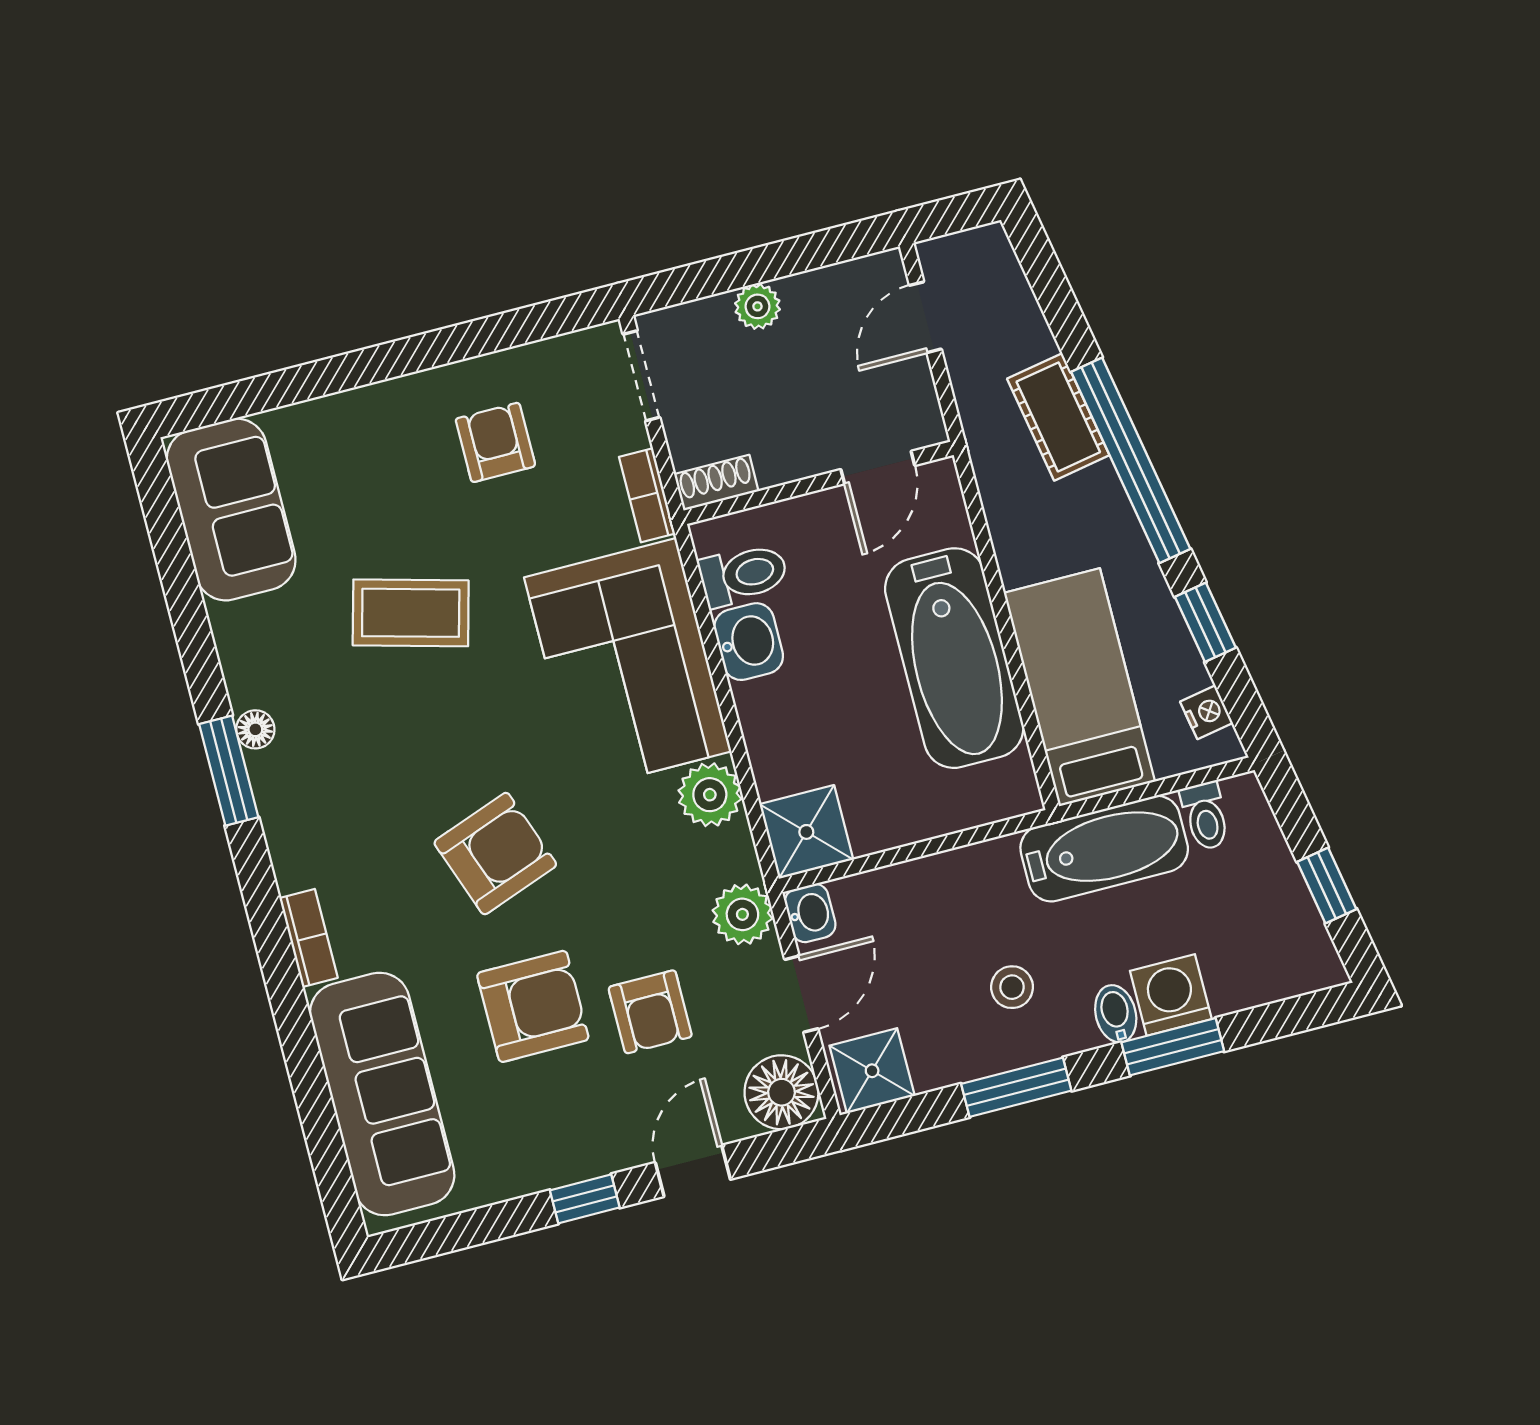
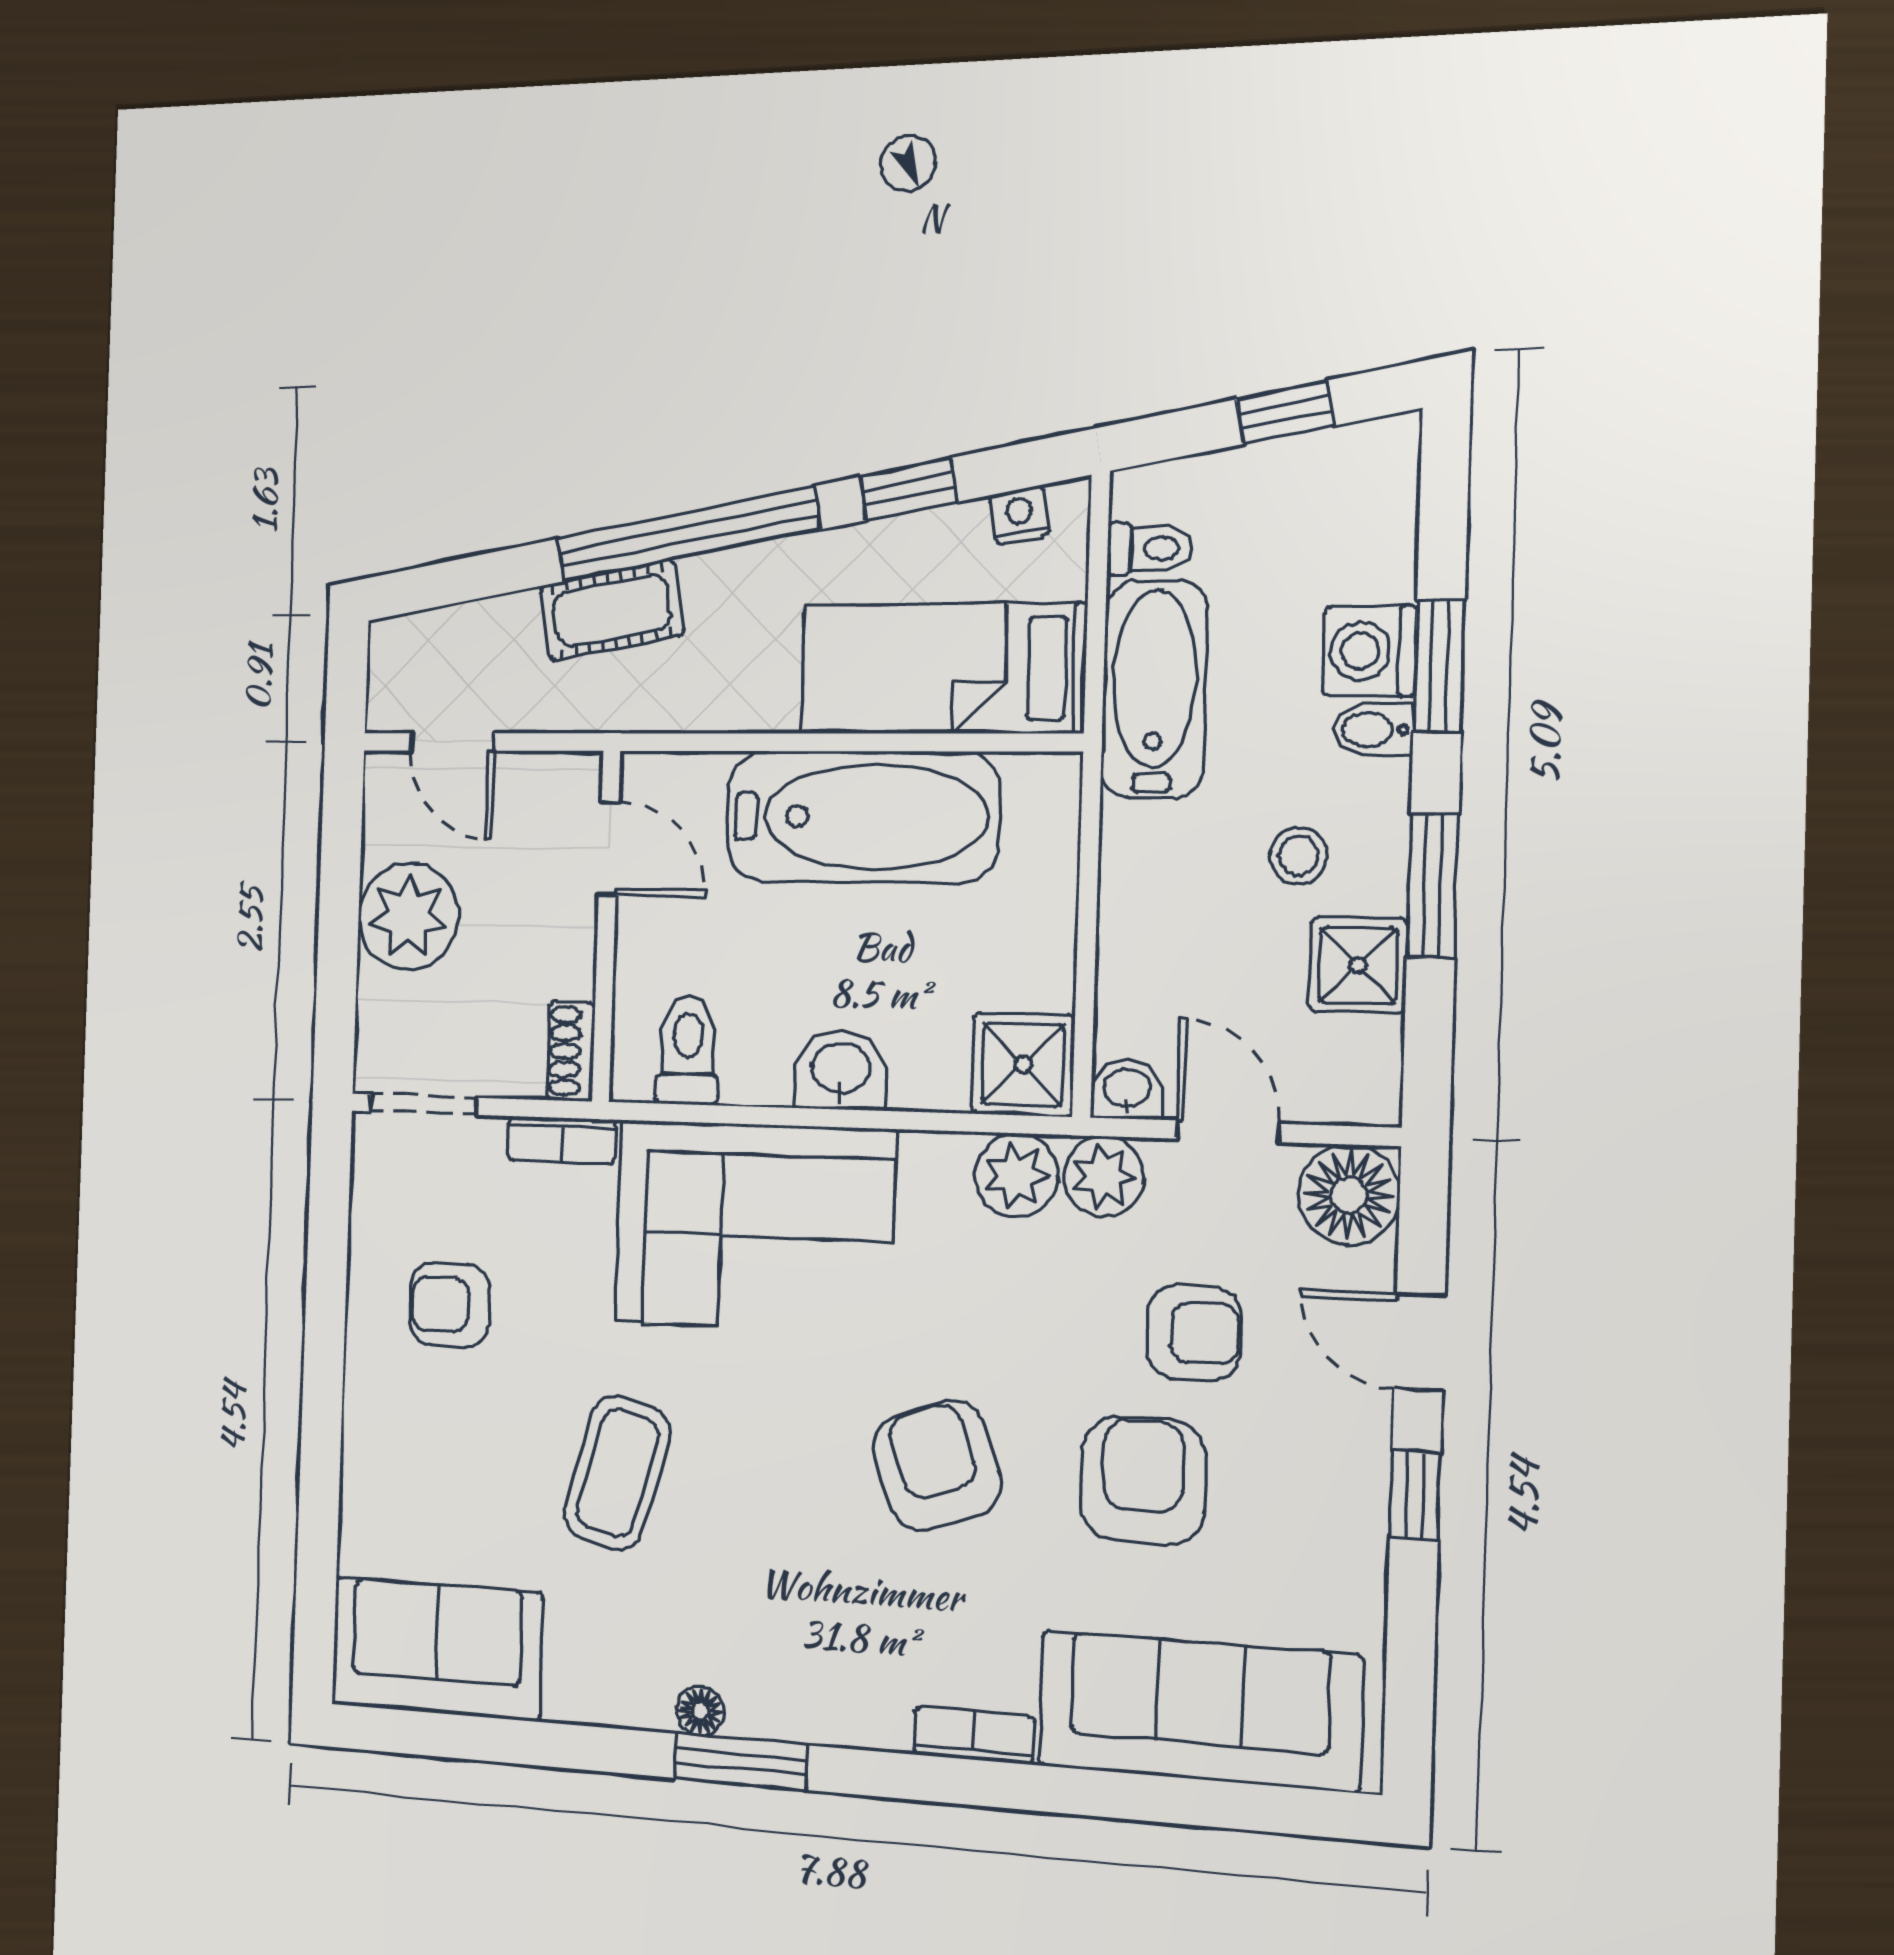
plant: (757, 306) -> (408, 917), width x1.87, depth x1.87
washbasin: (749, 642) -> (841, 1070), moved
plant: (710, 795) -> (1016, 1175), moved
shower: (872, 1071) -> (1358, 965), moved

